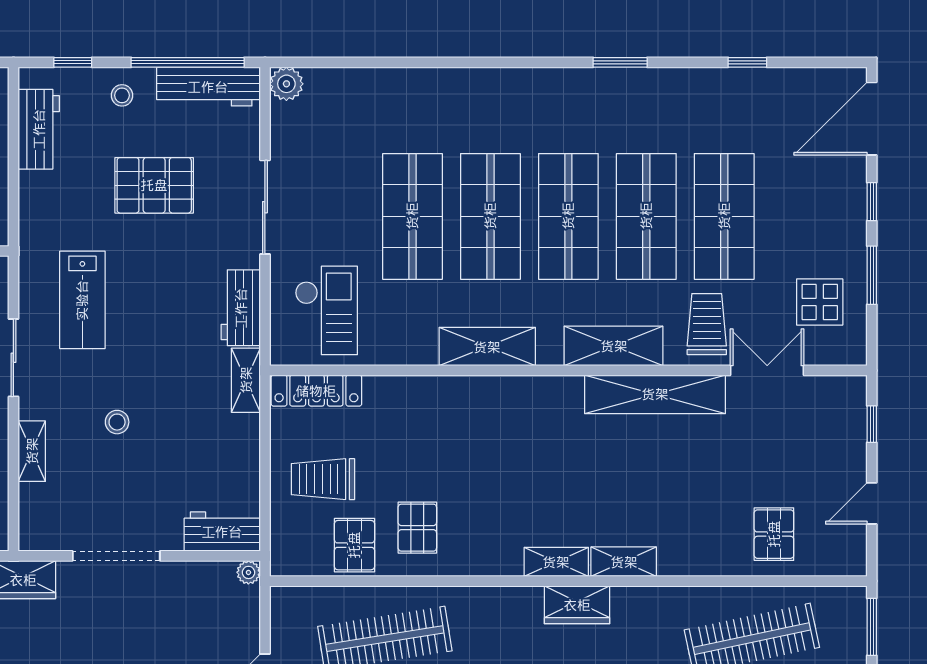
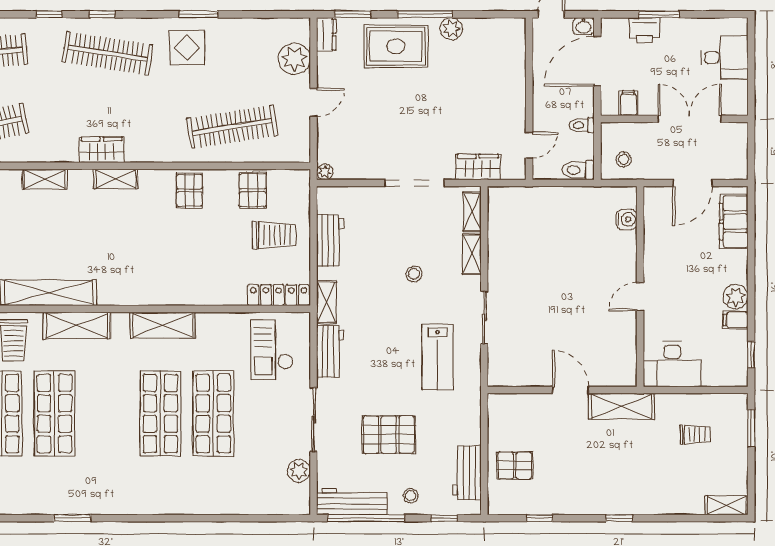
plant: (286, 84) -> (299, 471), moved
shop shelf: (568, 216) -> (108, 414), removed
lab bench: (82, 300) -> (437, 357), turned 180
shelving: (31, 513) -> (472, 212), added
pallet: (417, 528) -> (189, 190), moved
workbench: (222, 532) -> (330, 240), moved, turned -90
shelving: (624, 562) -> (45, 179), moved

